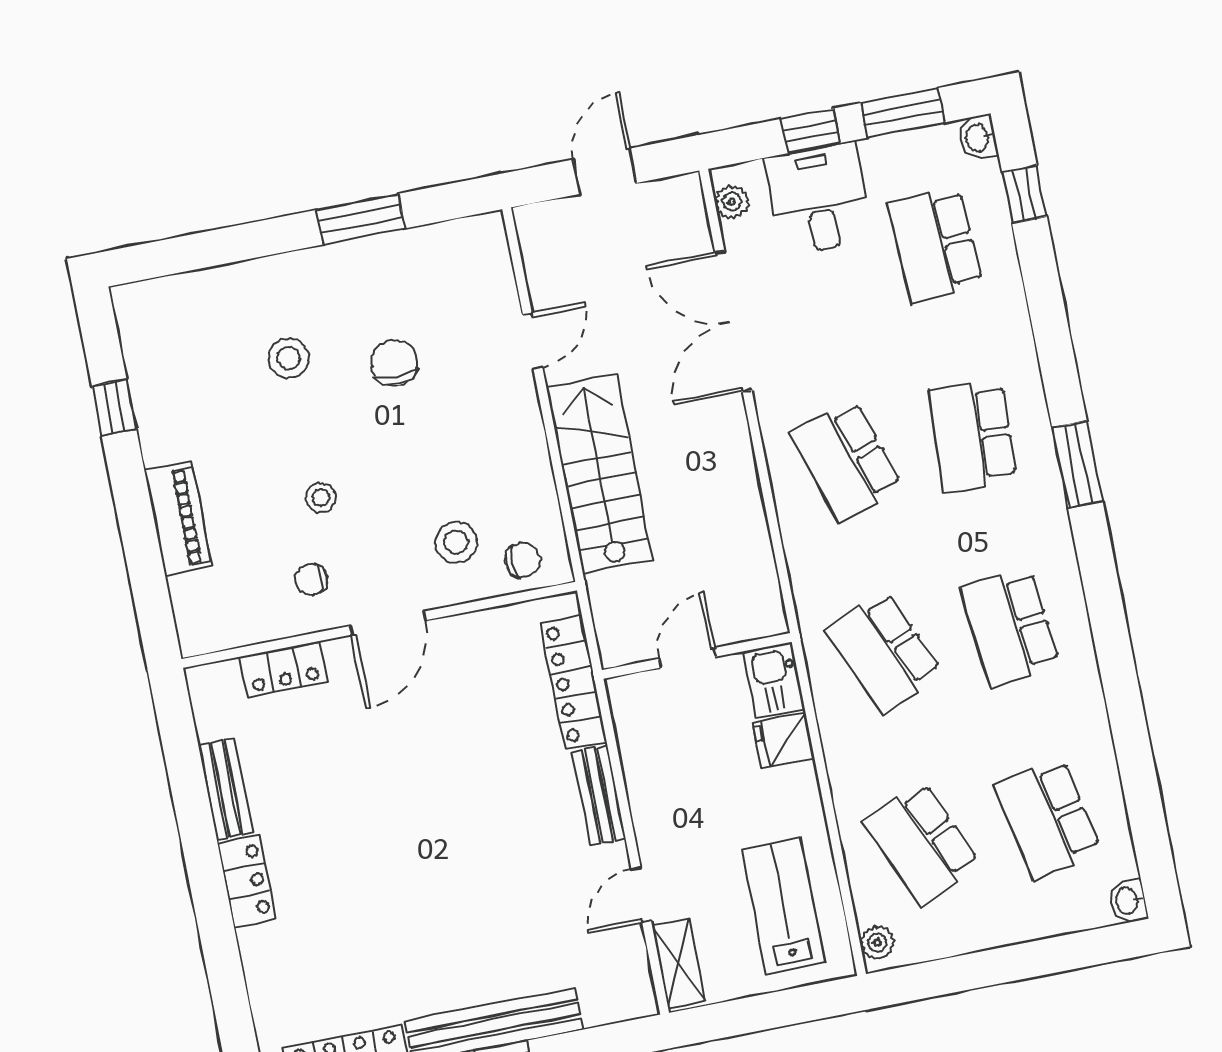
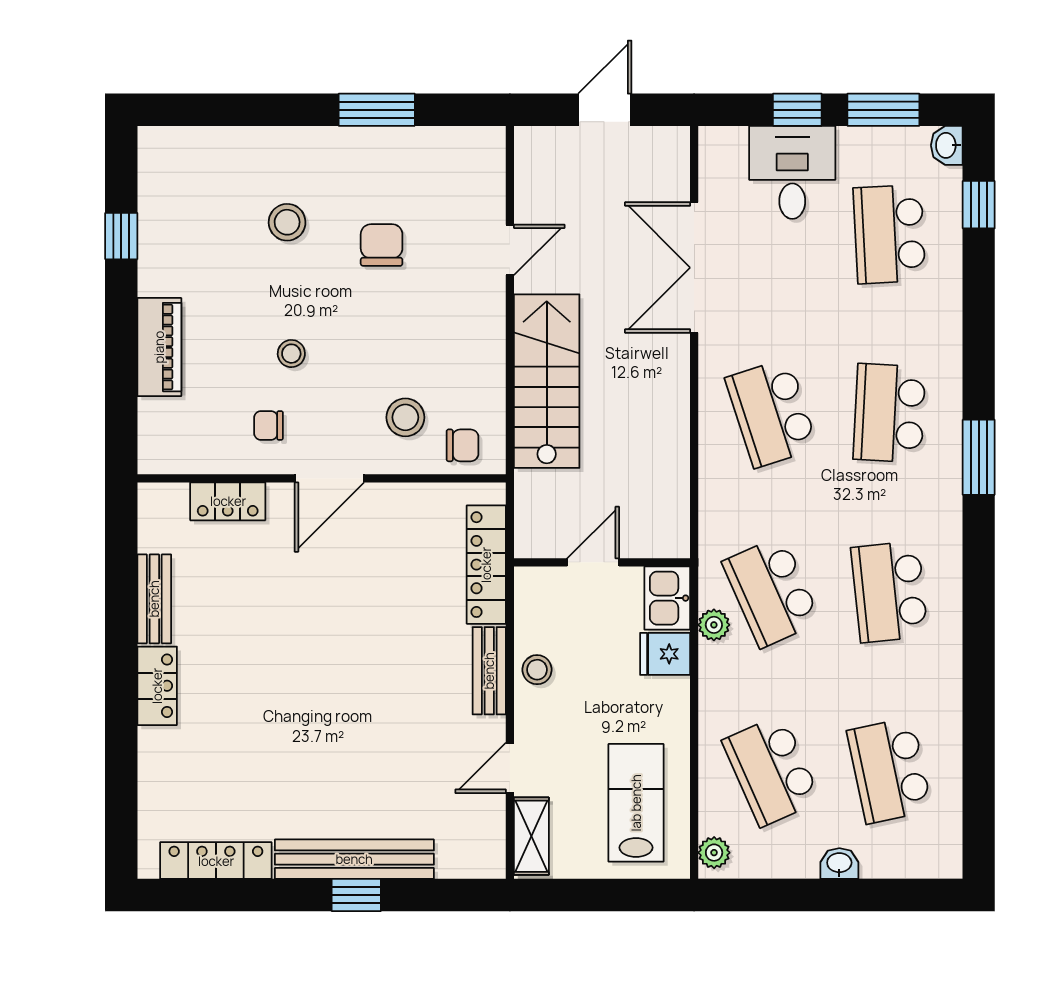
plant: (732, 202) -> (714, 625), moved
stool: (650, 784) -> (537, 670), added
washbasin: (1128, 901) -> (839, 864), moved, turned 90

